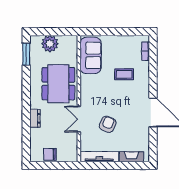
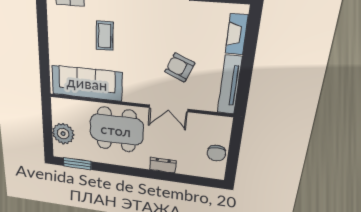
sofa: (91, 55) -> (87, 83), width x1.36

